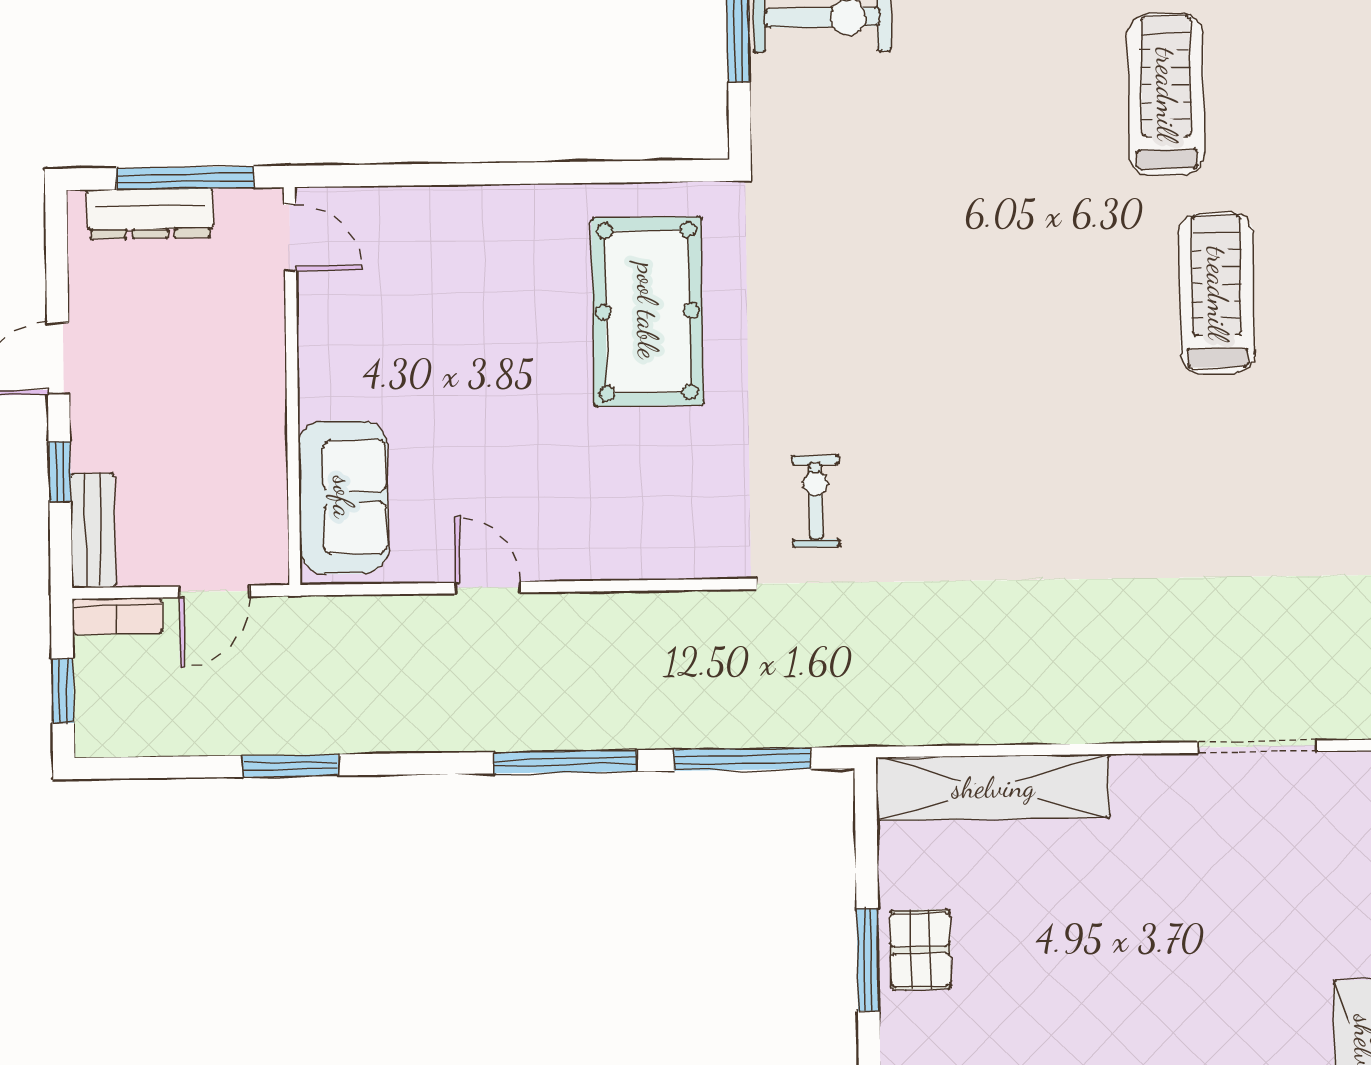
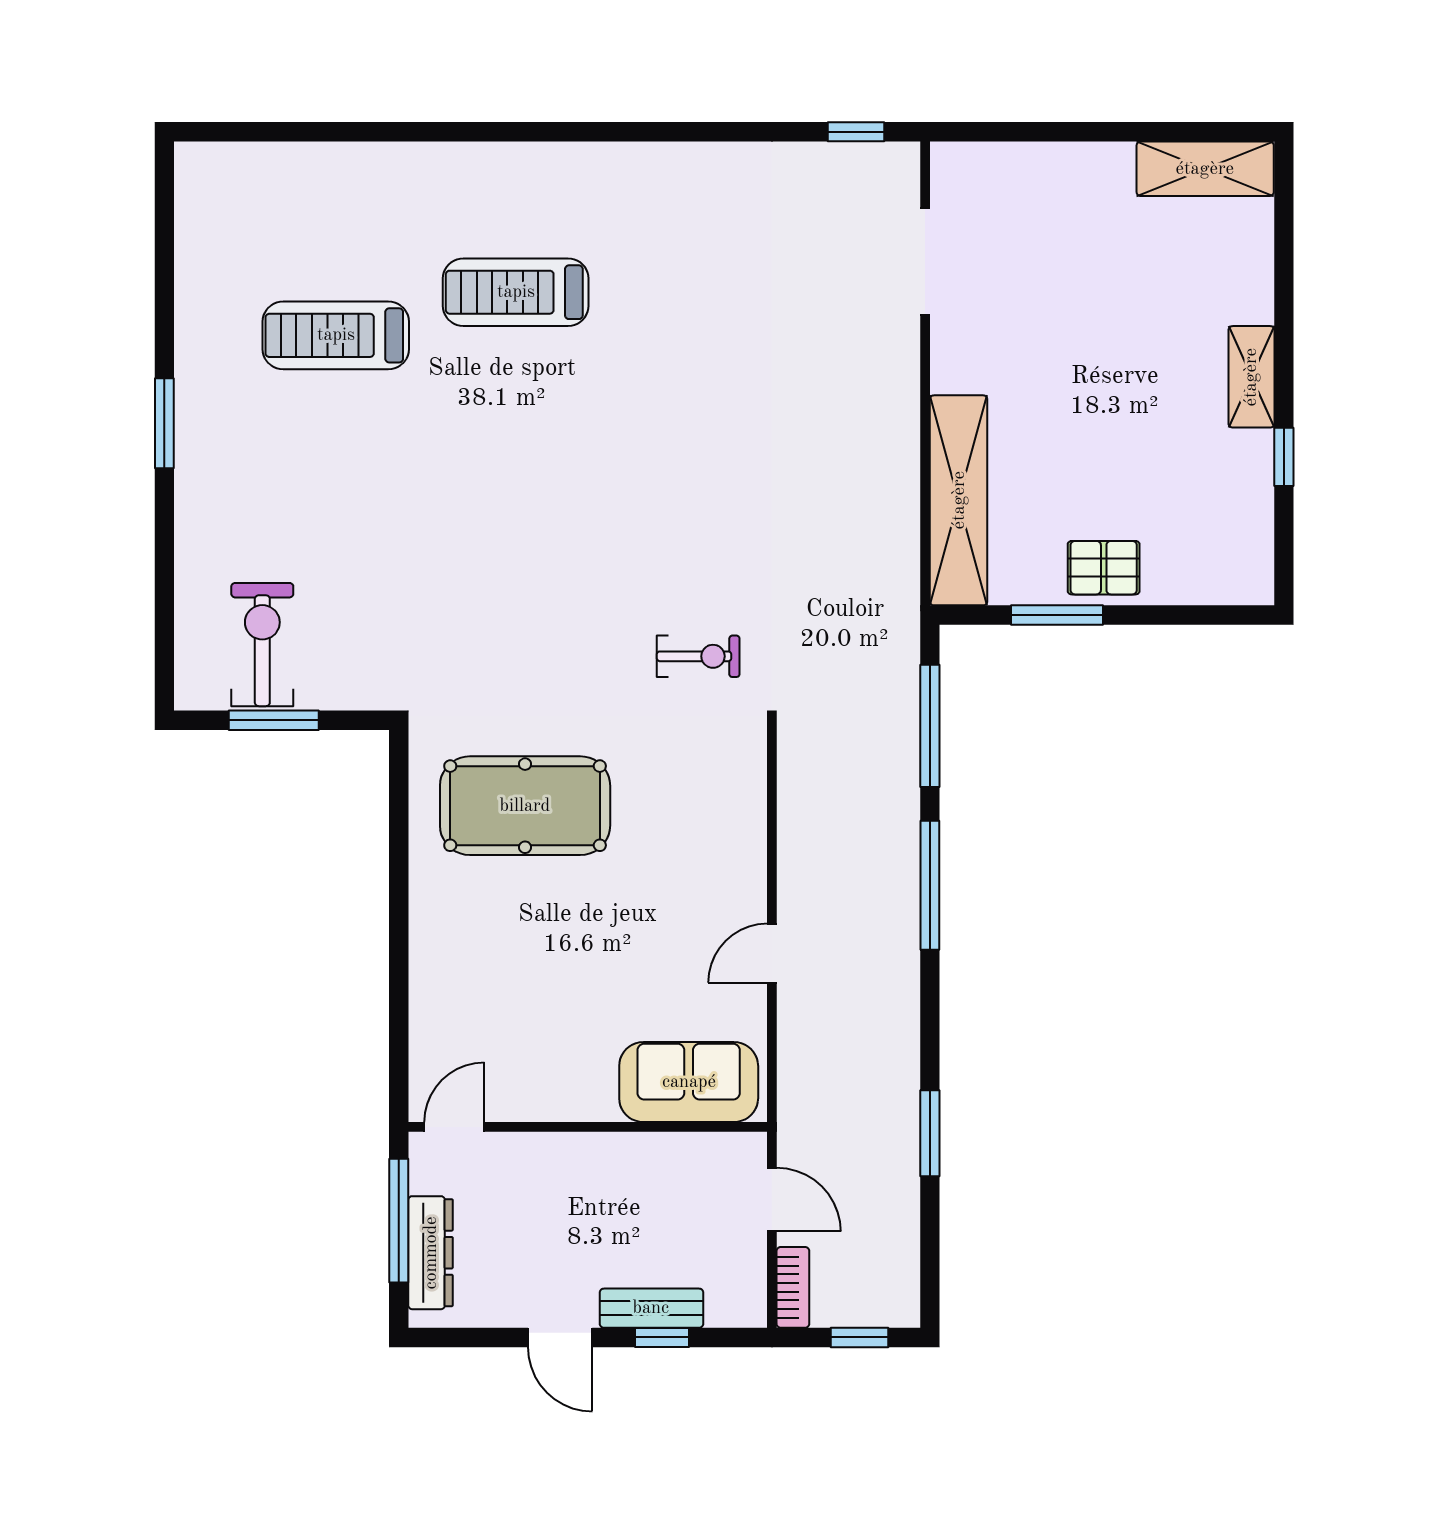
exercise bike: (816, 501) -> (698, 656), turned 180
bench: (93, 531) -> (651, 1308), moved
window: (868, 960) -> (1057, 615), moved

